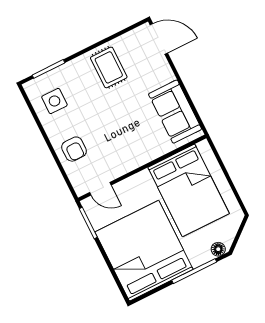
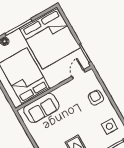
sofa: (175, 112) -> (41, 108), moved, turned 90
door: (100, 189) -> (78, 74), hinge flipped

